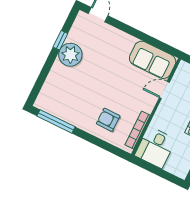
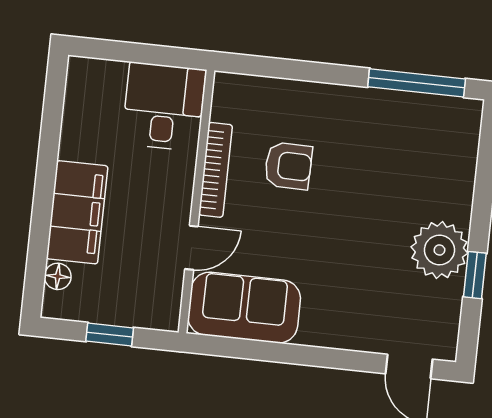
armchair: (108, 120) -> (288, 166), moved
bookcase: (138, 130) -> (216, 170), moved

